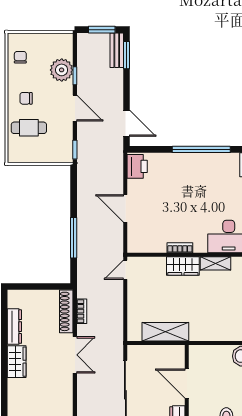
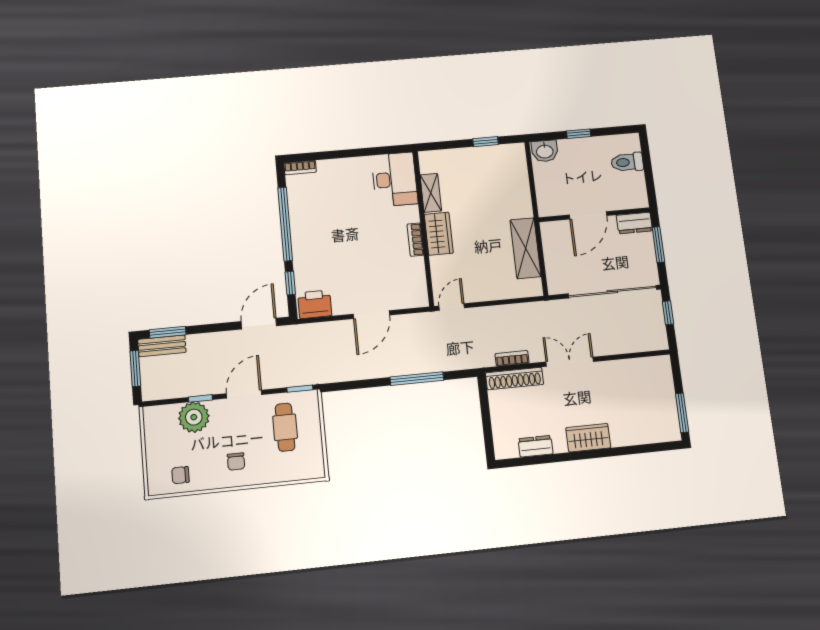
cafe table: (29, 128) -> (285, 427), moved
window: (155, 149) -> (290, 283), added
door: (125, 270) -> (452, 307), swing flipped
dresser: (14, 327) -> (536, 446), width x0.70

